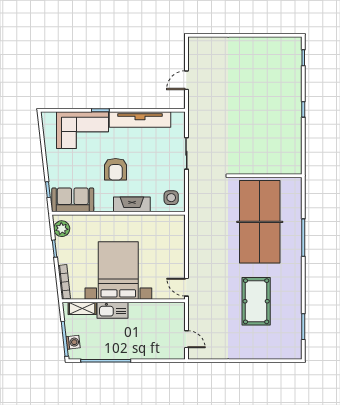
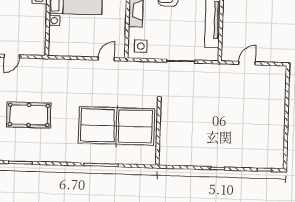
door: (186, 80) -> (247, 63), hinge flipped
door: (186, 287) -> (106, 59), moved
pool table: (256, 301) -> (29, 115), moved

